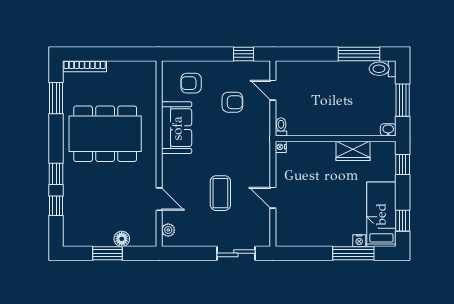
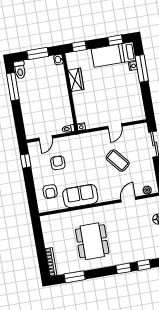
dining table: (105, 134) -> (92, 241), width x0.73, depth x0.80
coffee table: (220, 193) -> (118, 161), turned 50

